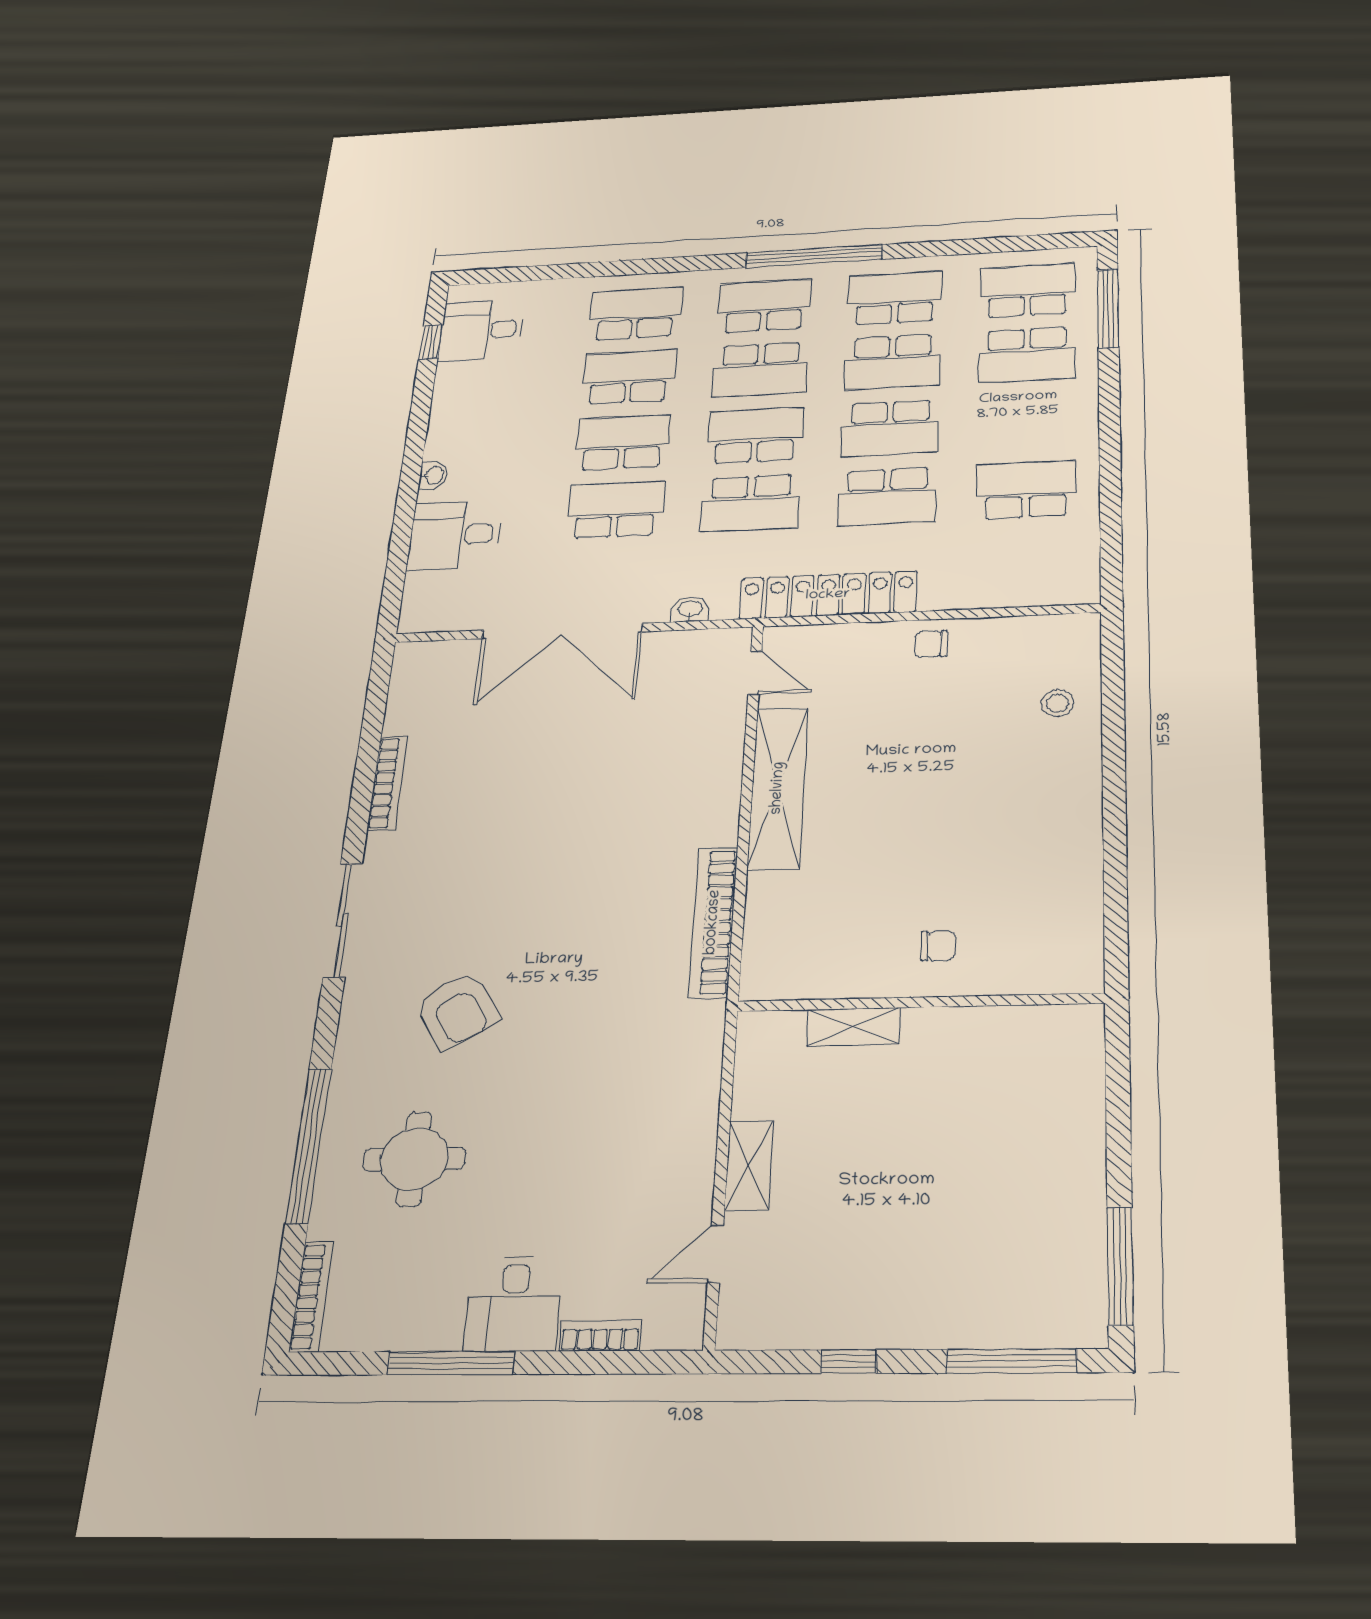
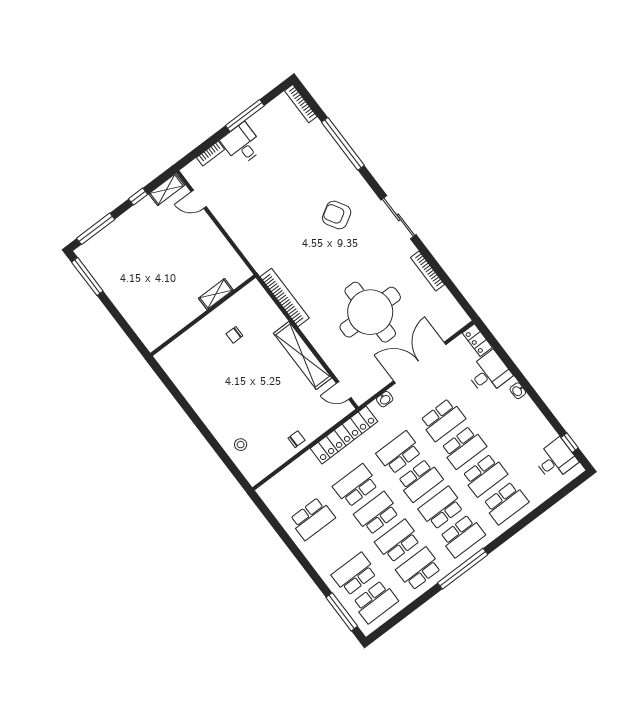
school desk: (895, 298) -> (419, 569), turned 180
locker: (419, 603) -> (477, 340), added
chair: (938, 946) -> (234, 335), moved
round table: (414, 1159) -> (370, 312), moved, width x1.86, depth x1.86
shelving: (749, 1165) -> (167, 189), moved, turned 90
door: (715, 1254) -> (199, 199), swing flipped

